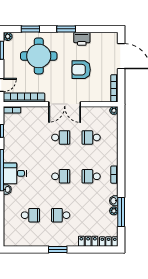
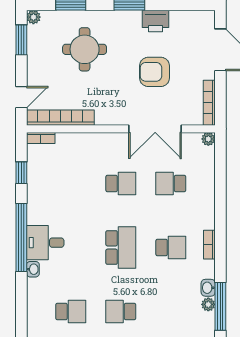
round table: (39, 56) -> (85, 49), width x0.73, depth x0.73
double door: (65, 104) -> (155, 129), moved
school desk: (61, 176) -> (121, 248), width x1.85
school desk: (91, 176) -> (171, 248), turned 180

